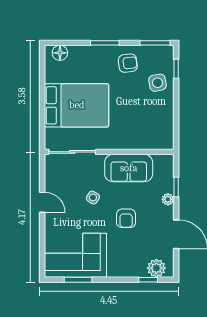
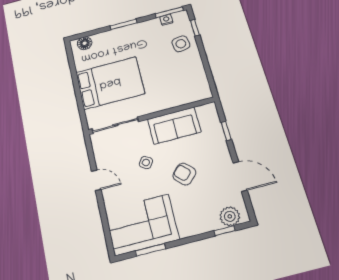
nightstand: (150, 51) -> (166, 20), added
armchair: (128, 63) -> (149, 35), removed
plant: (168, 199) -> (221, 145), removed
armchair: (126, 218) -> (184, 174), turned 136

